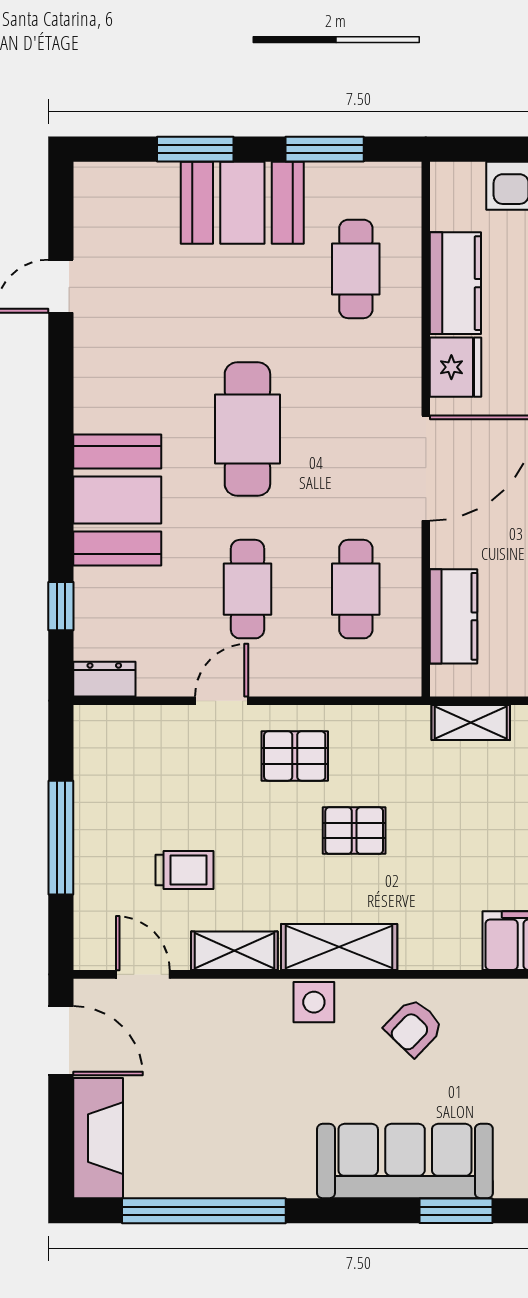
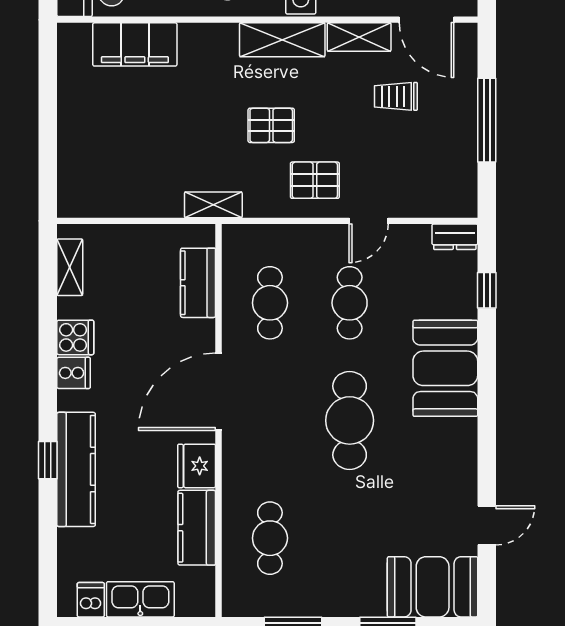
booth: (242, 203) -> (433, 587), moved
shelving: (471, 722) -> (213, 205), moved
door: (143, 974) -> (426, 20), width x1.38

